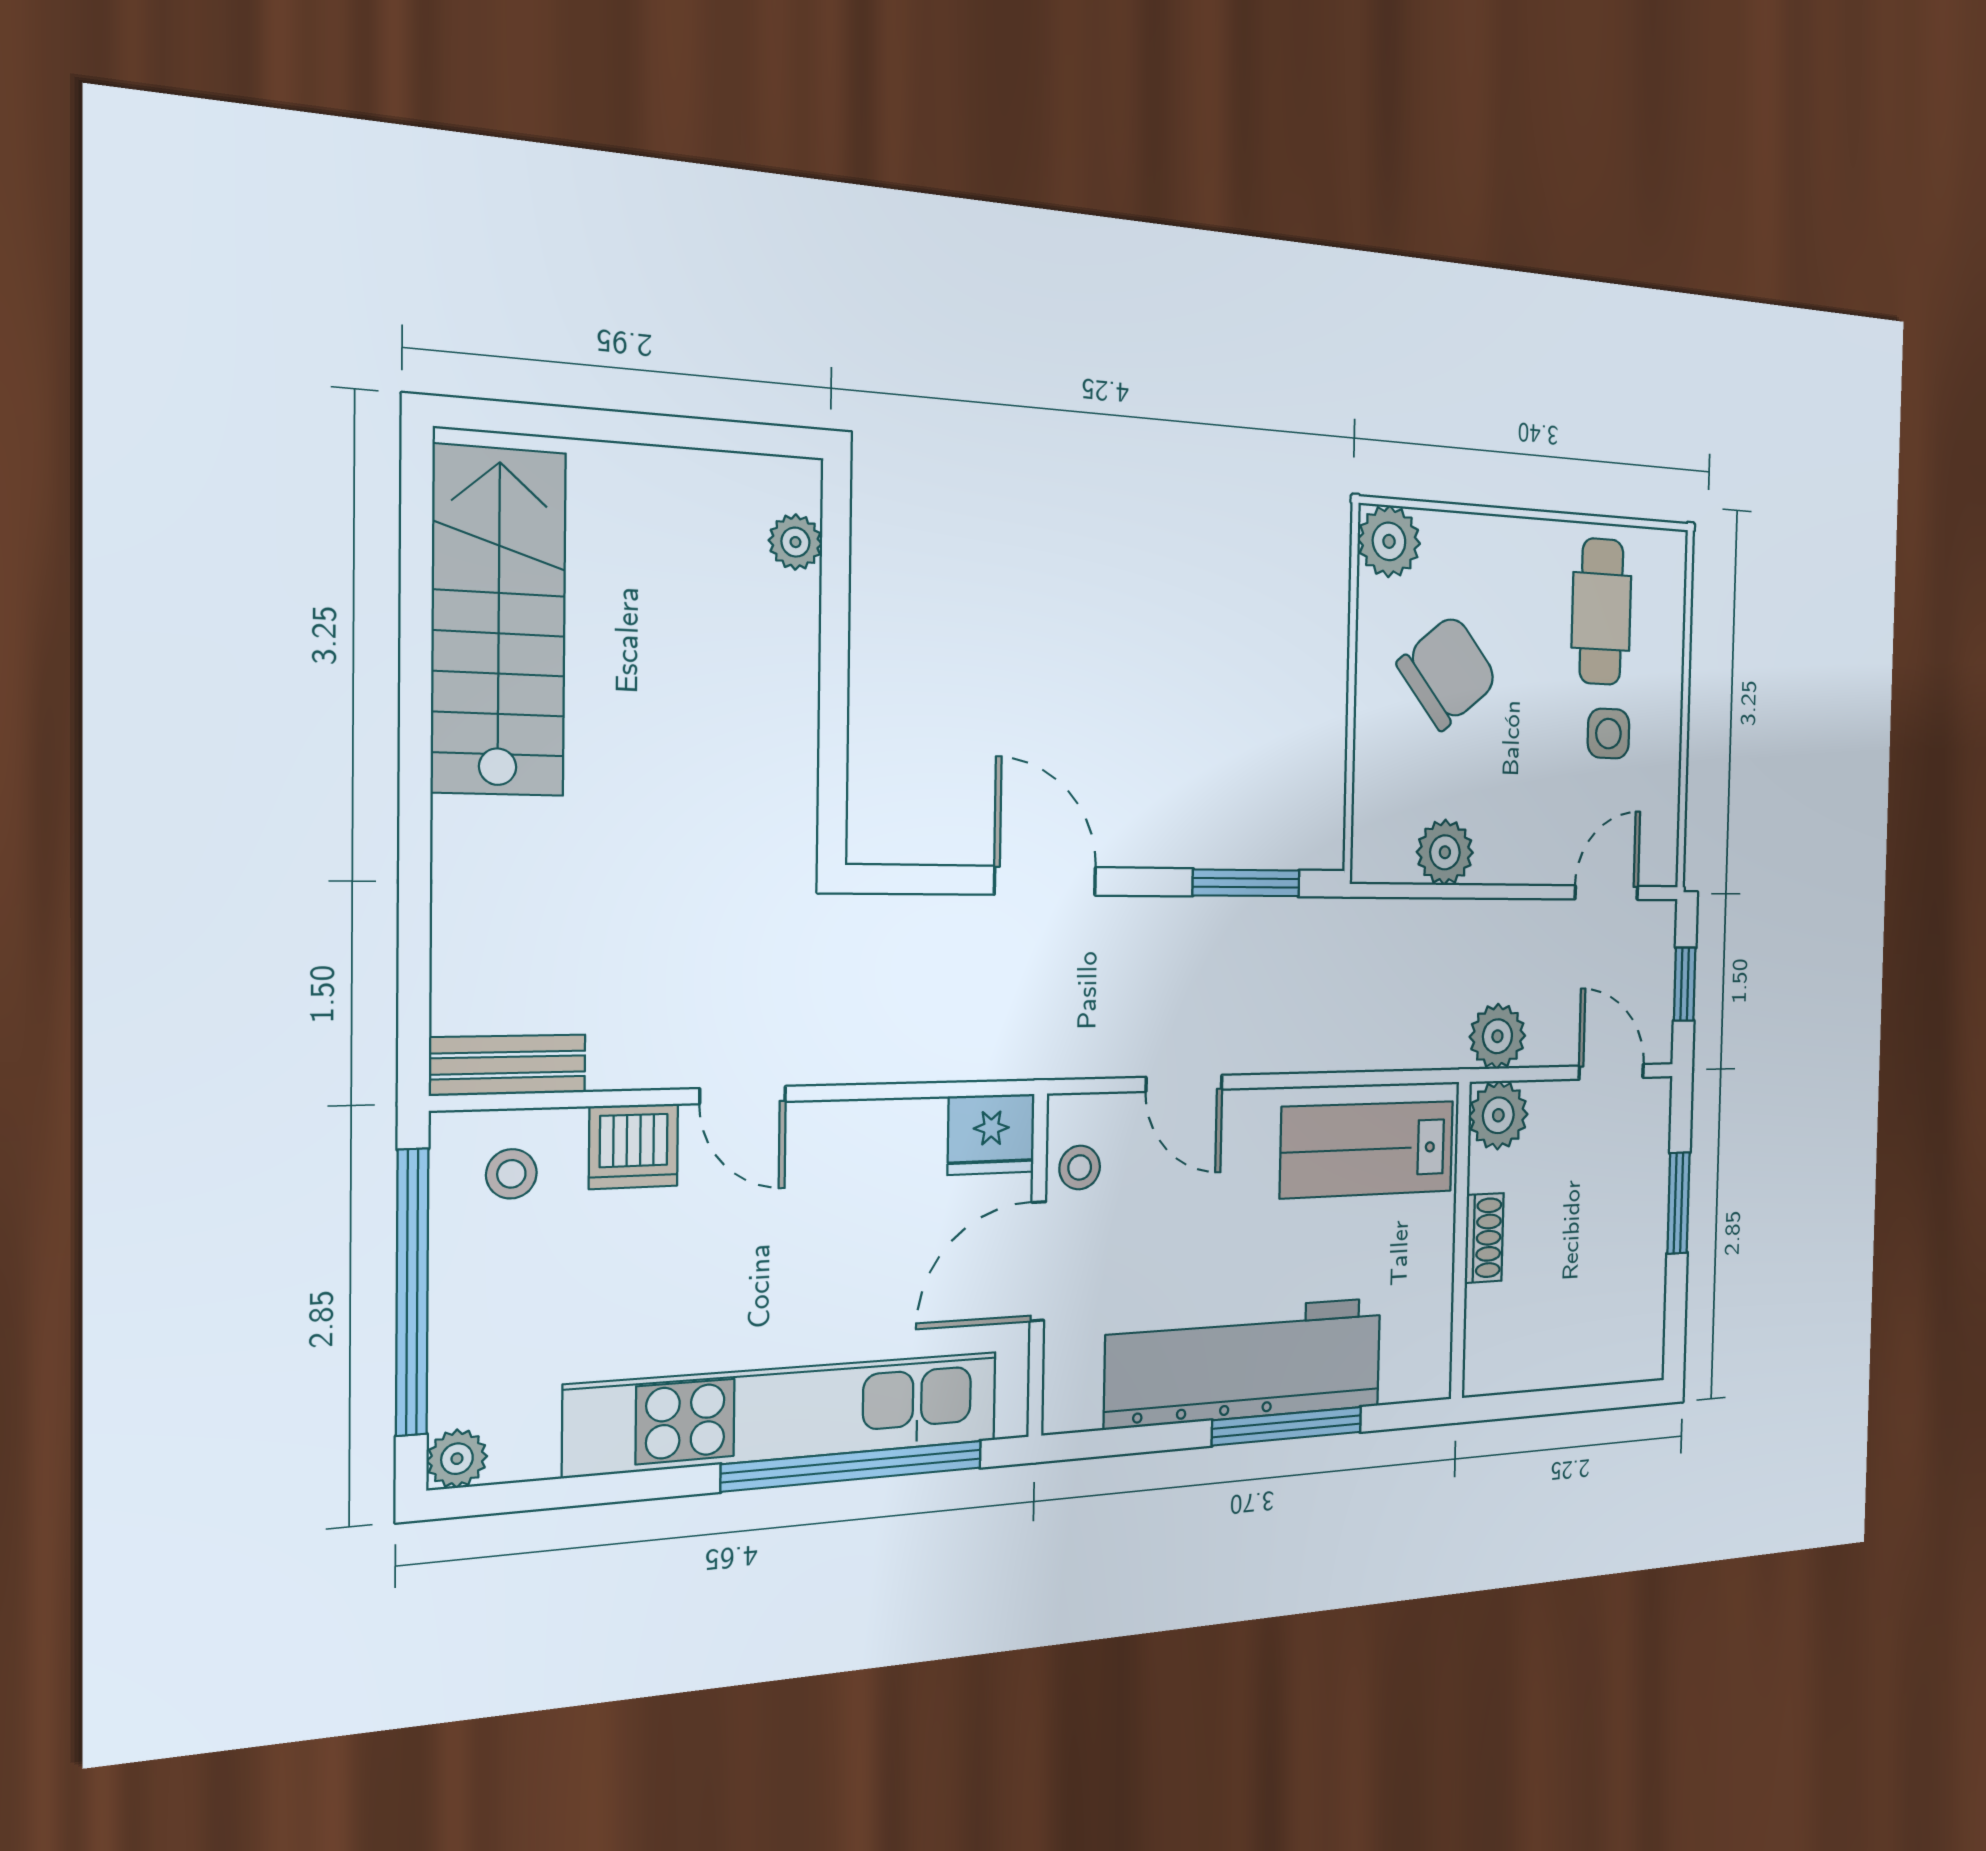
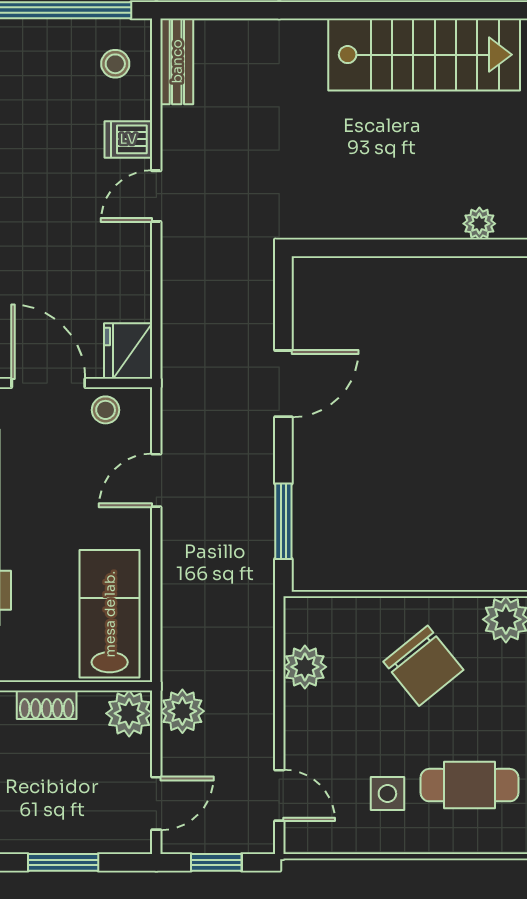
dishwasher: (634, 1146) -> (128, 139), width x0.73

